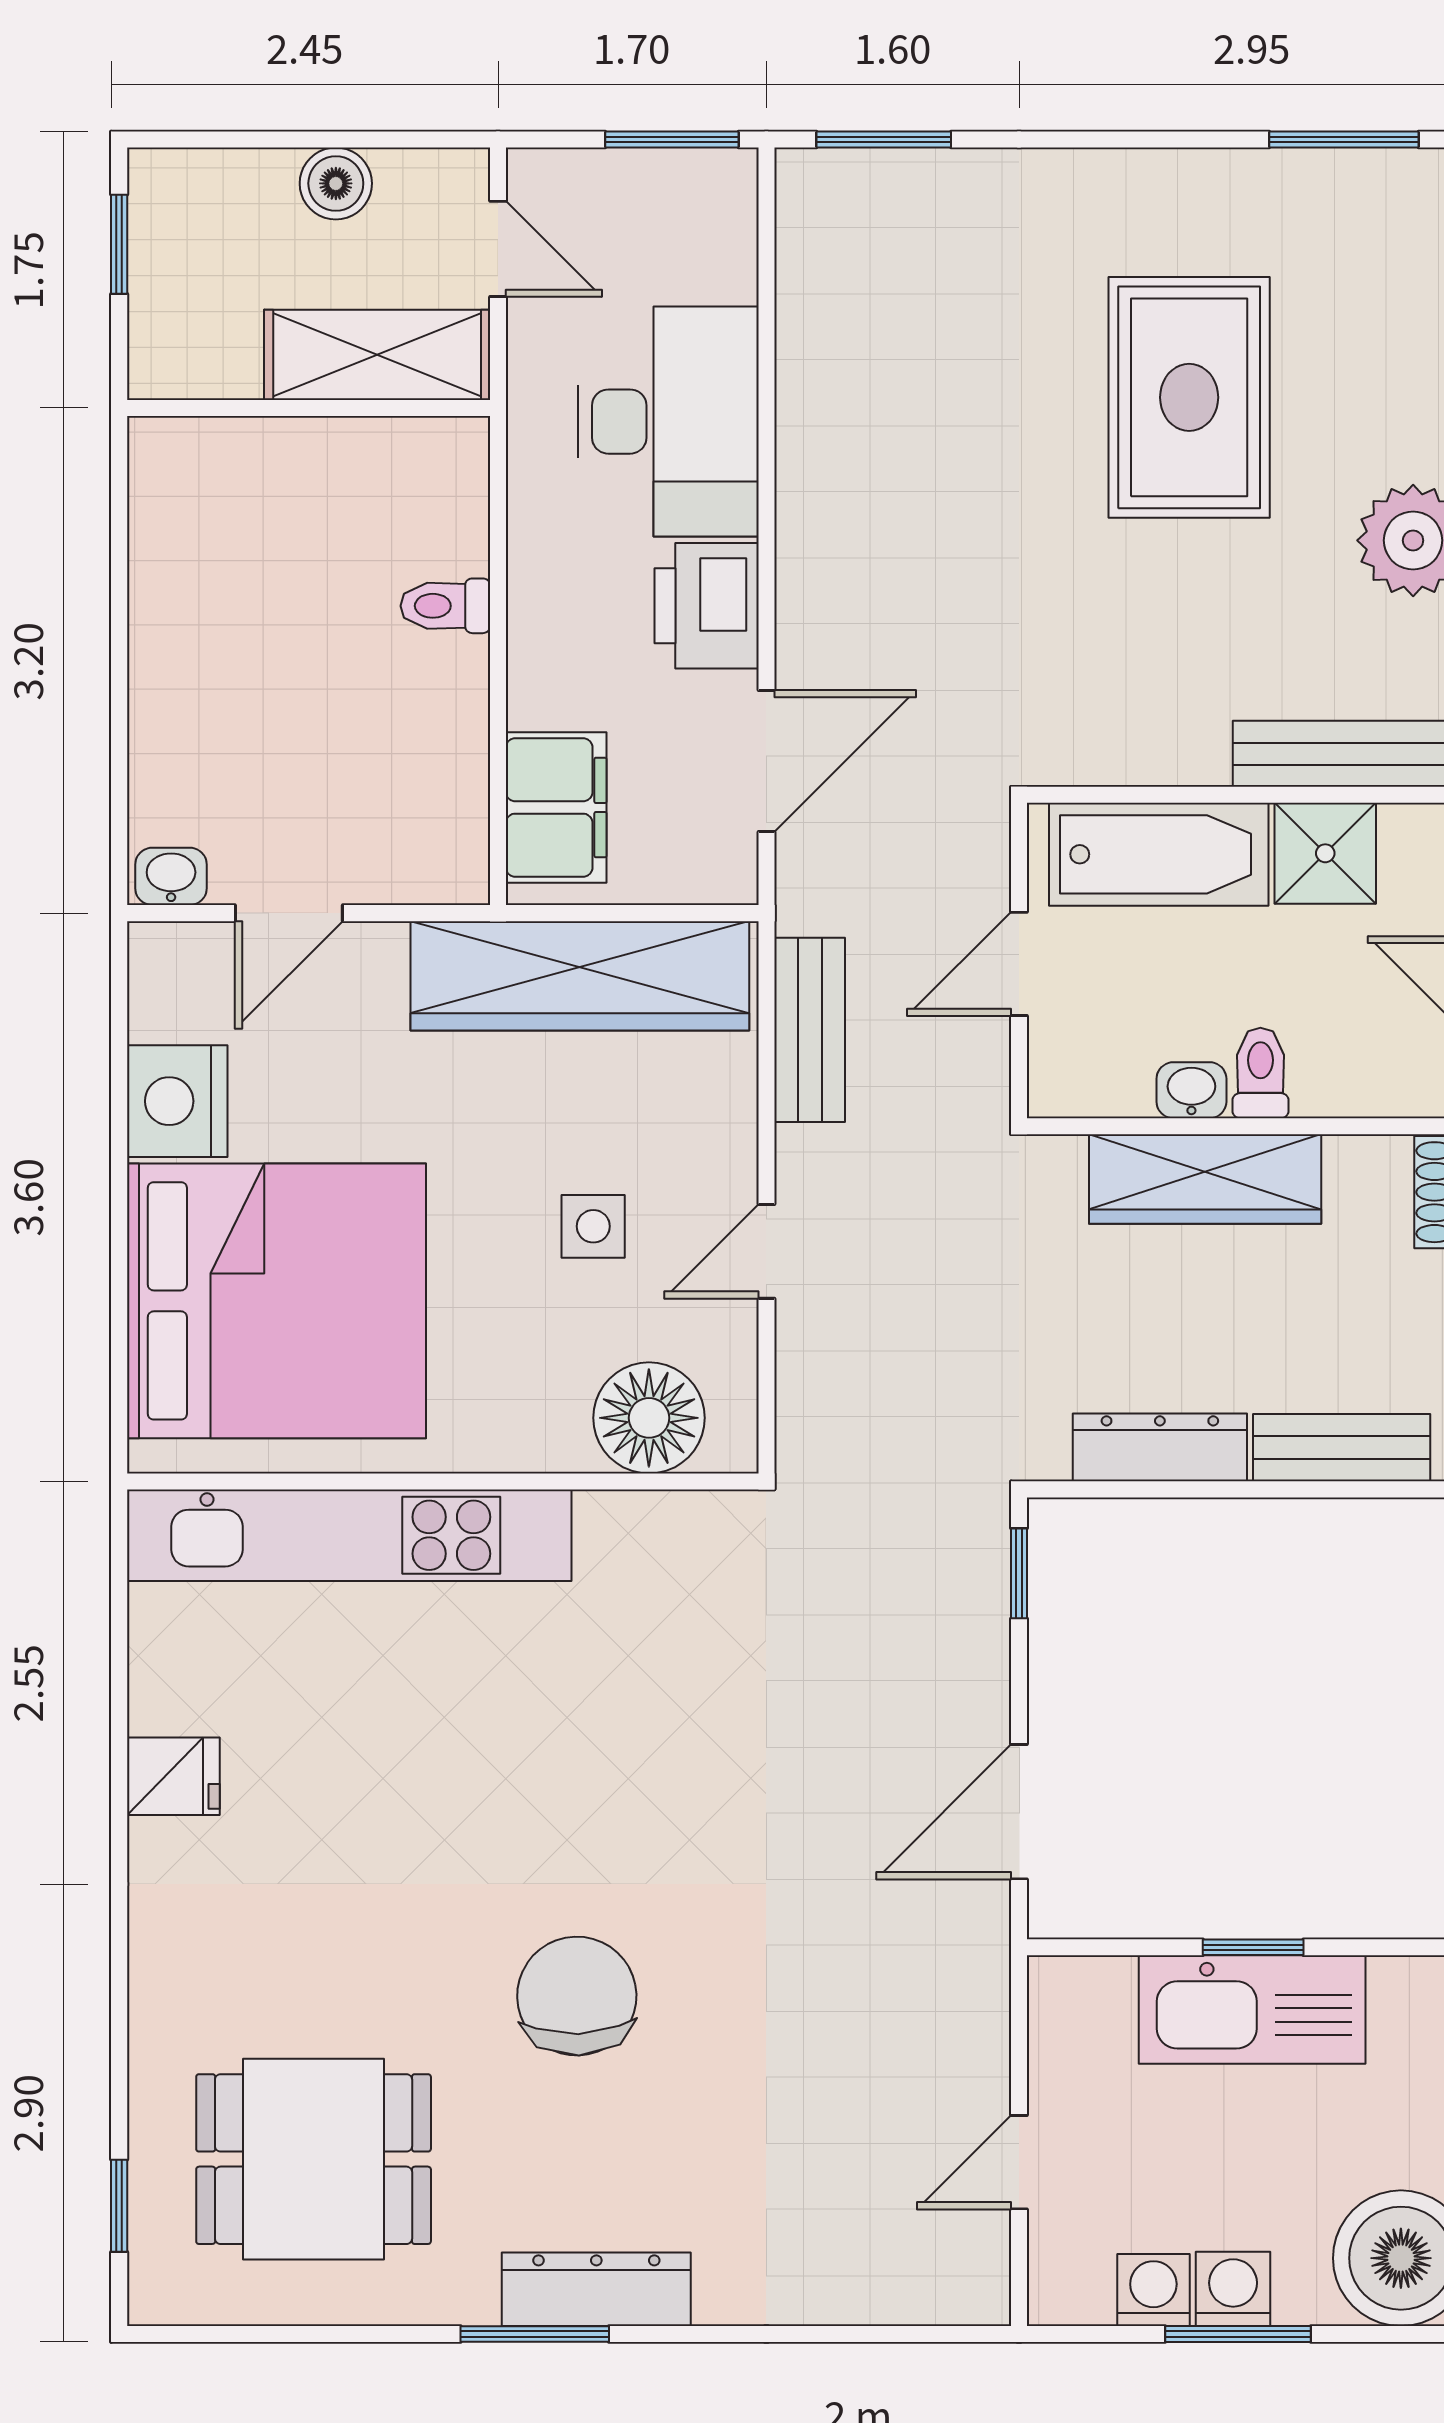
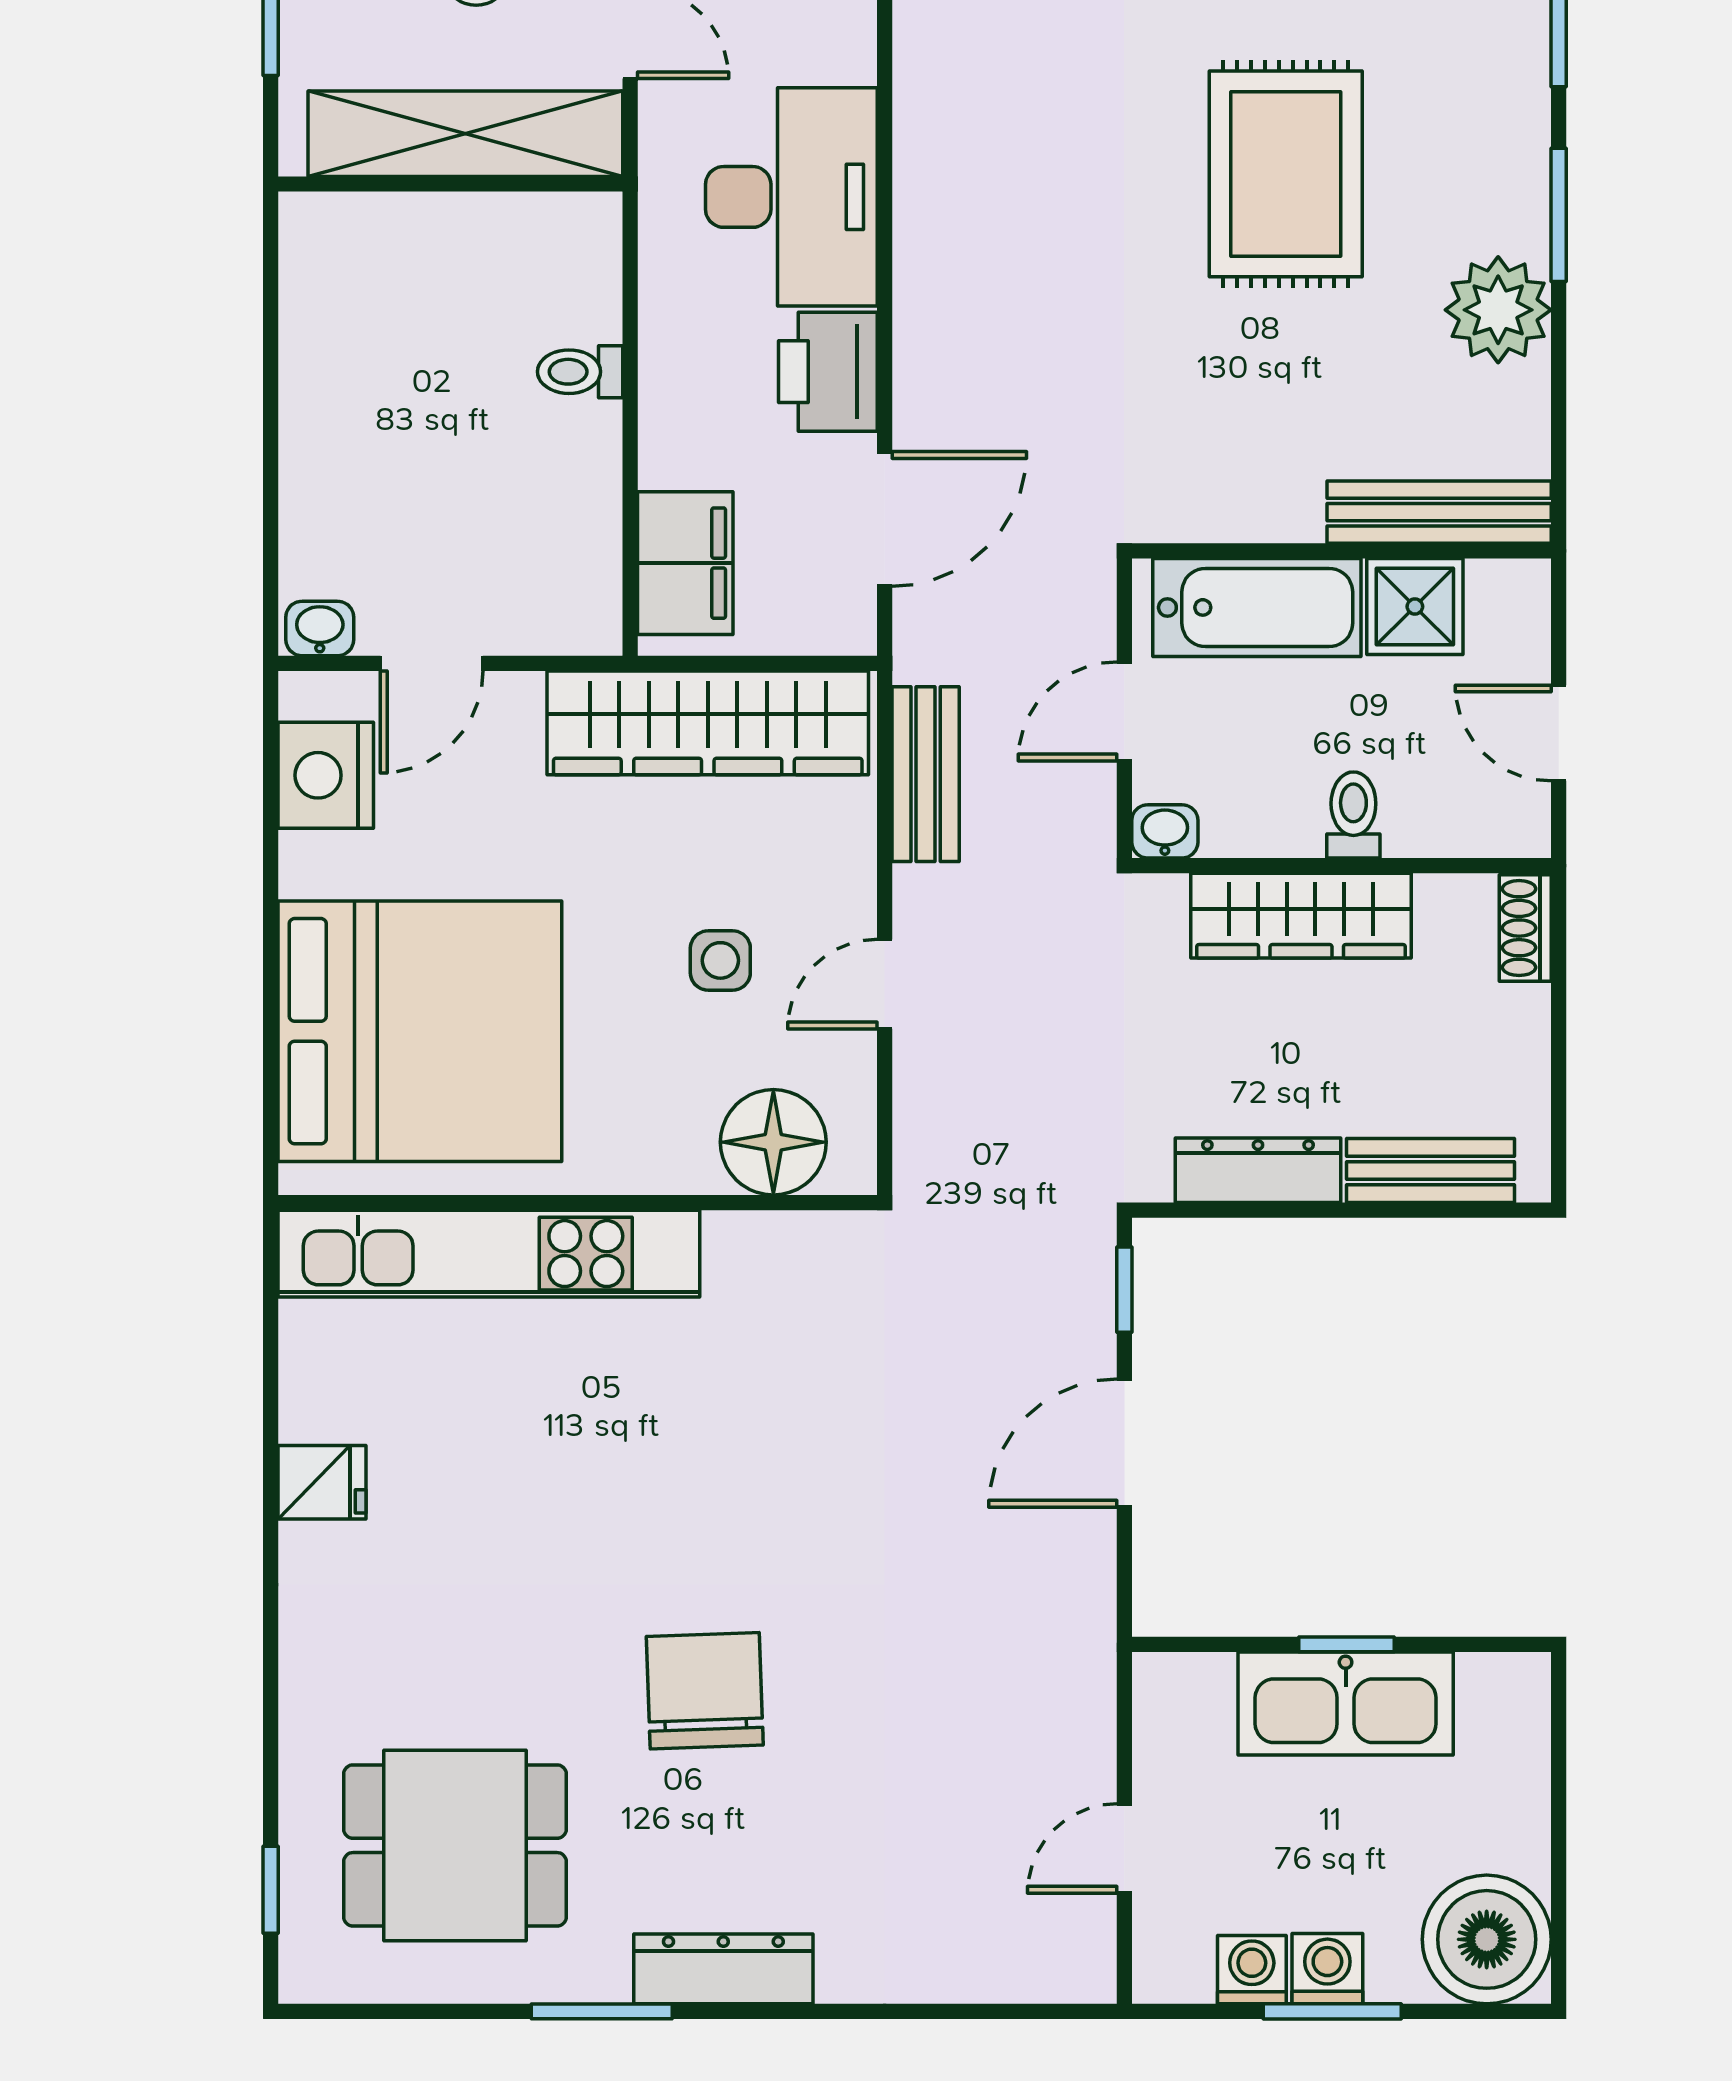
shelving: (377, 355) -> (465, 134), width x1.47
washbasin: (1191, 1090) -> (1165, 831), moved
nightstand: (177, 1101) -> (326, 775), moved
door: (1019, 1812) -> (1124, 1443), moved
window: (535, 2334) -> (602, 2011), moved

